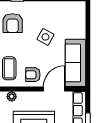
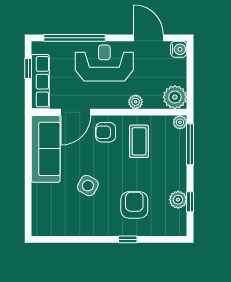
armchair: (33, 75) -> (106, 132), turned 180

